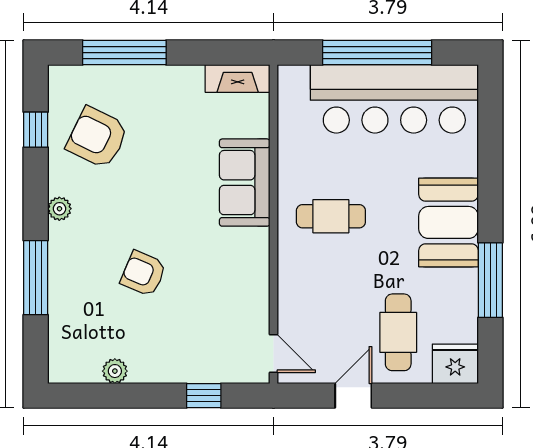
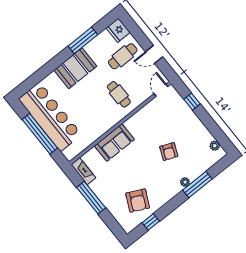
window: (124, 53) -> (91, 198), moved
plant: (59, 209) -> (185, 182), moved
cafe table: (331, 216) -> (119, 94), moved
plant: (115, 371) -> (215, 146), moved

